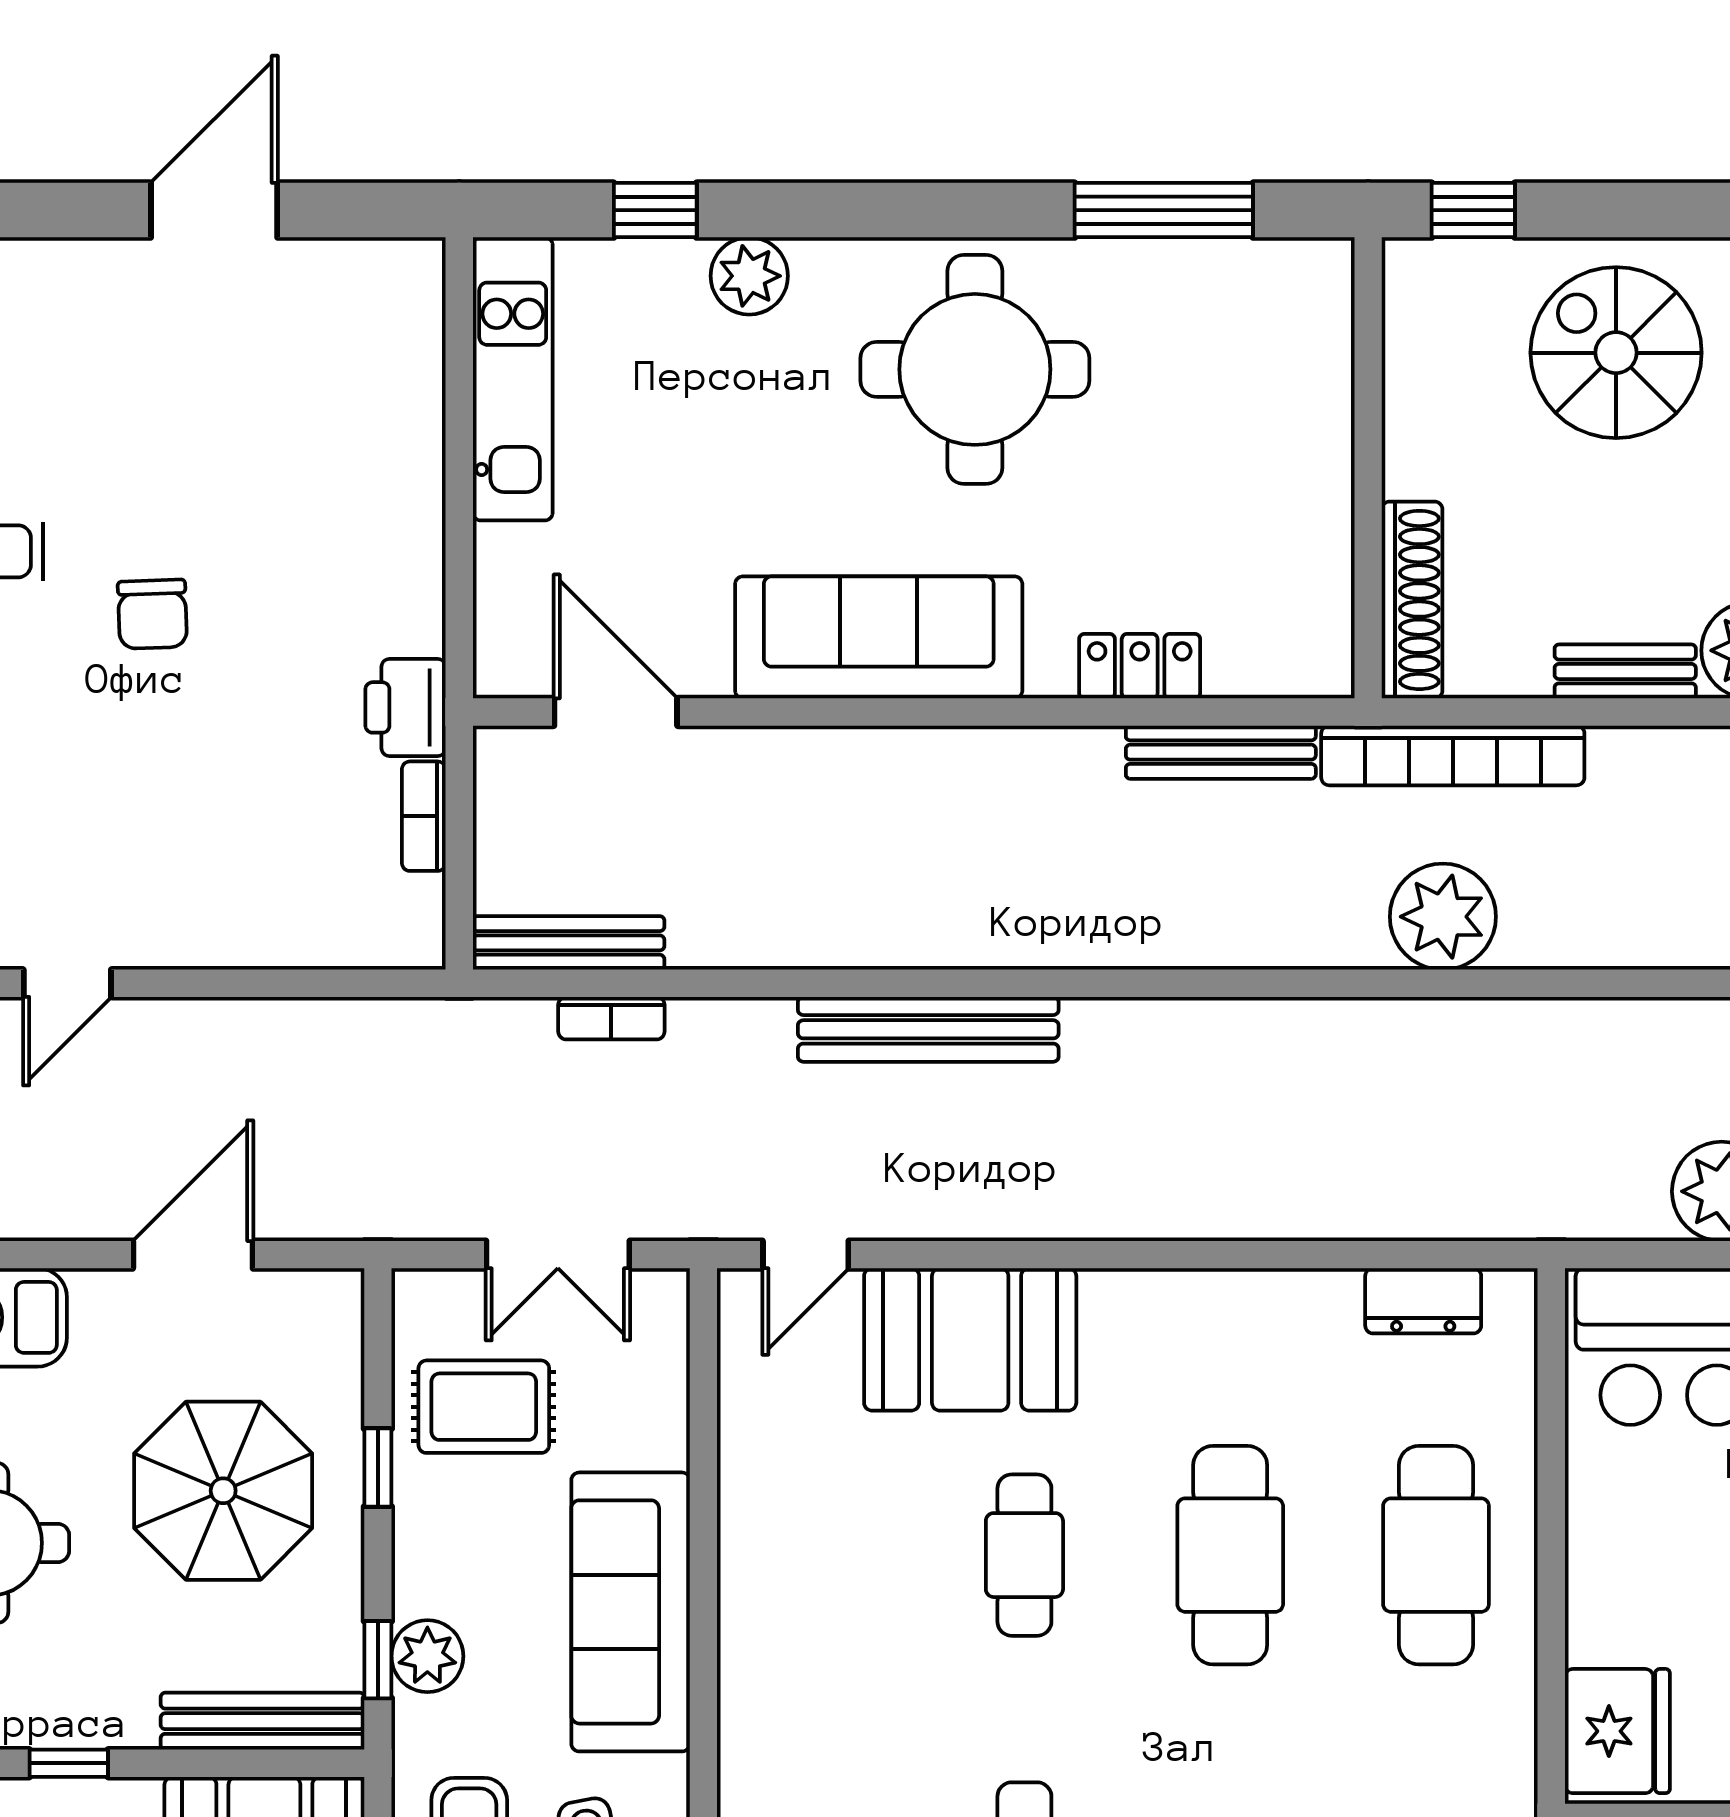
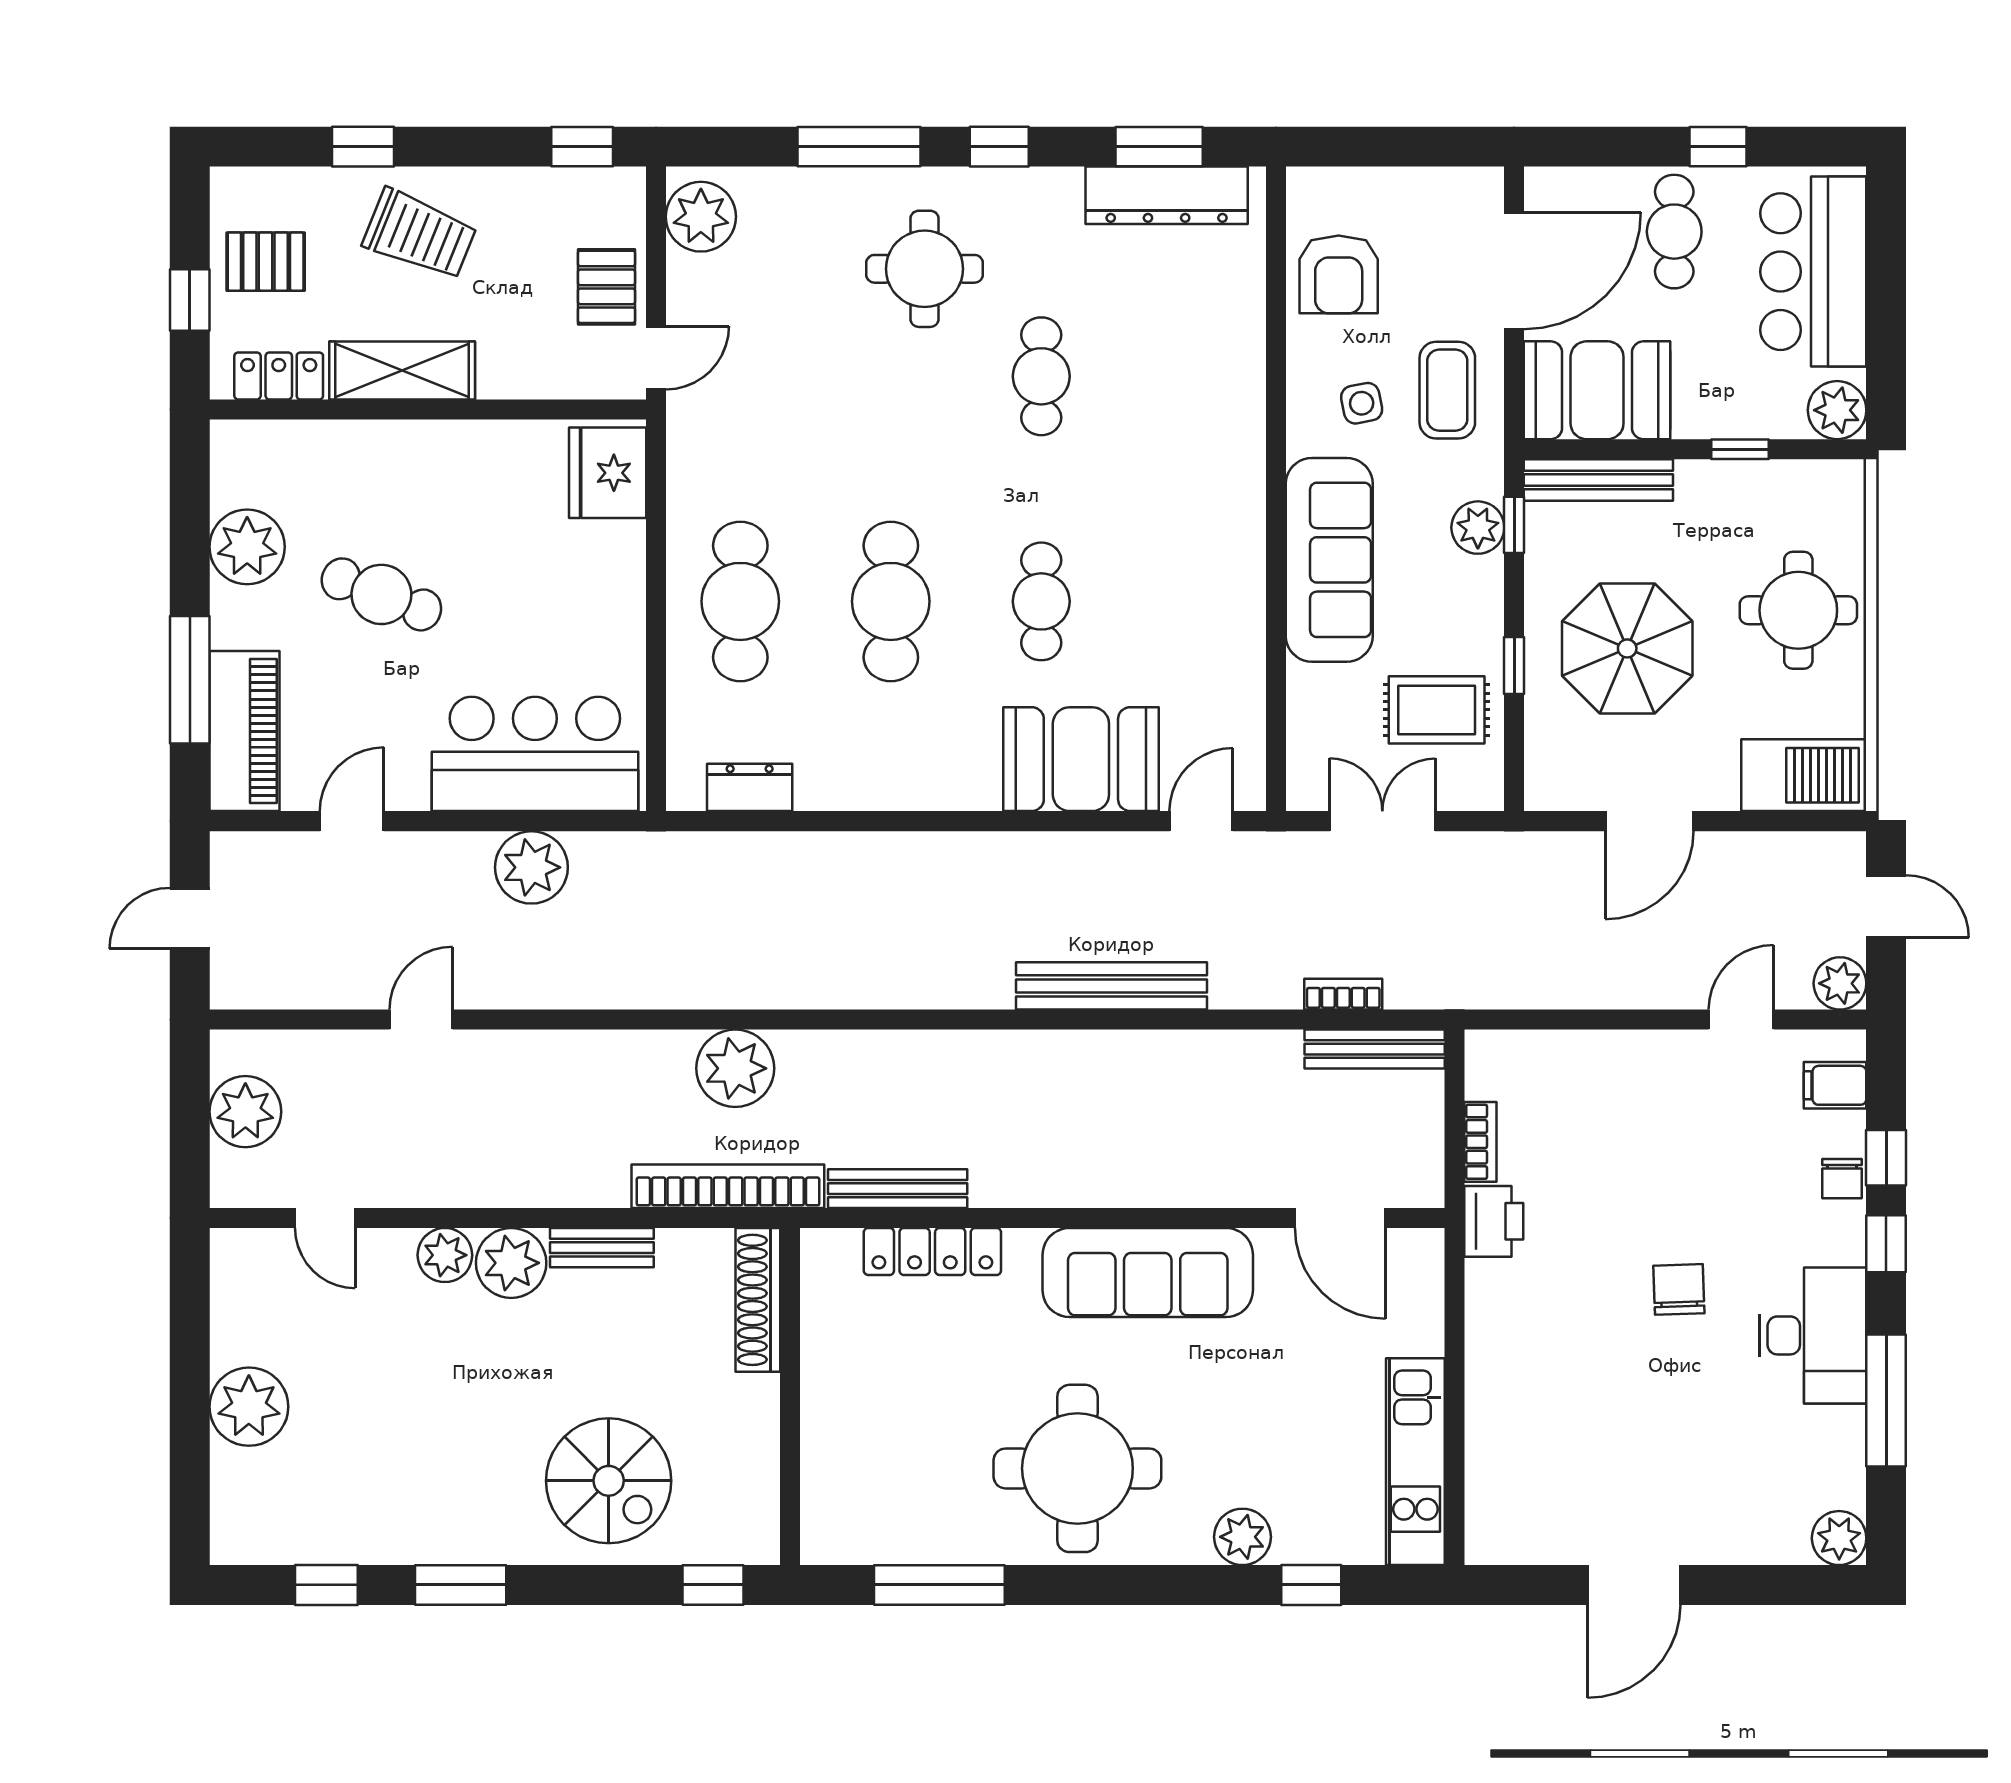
locker: (1140, 666) -> (932, 1251), width x1.53

